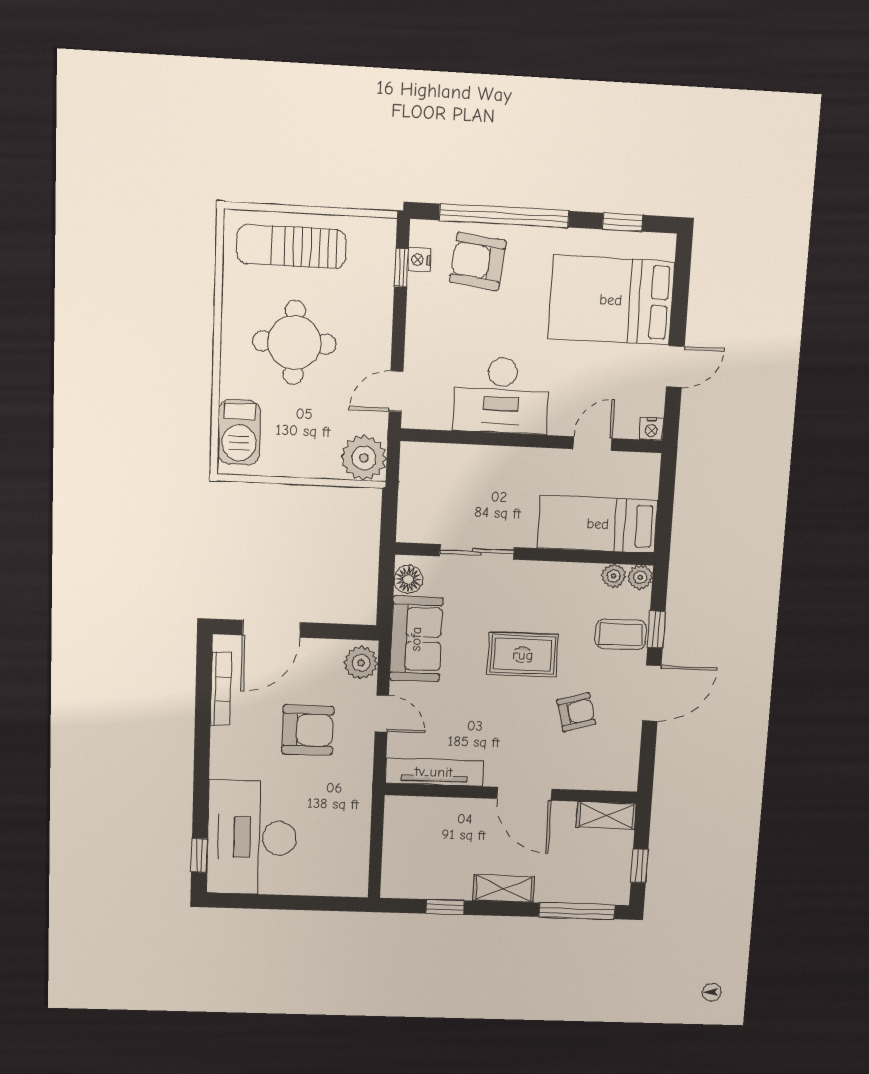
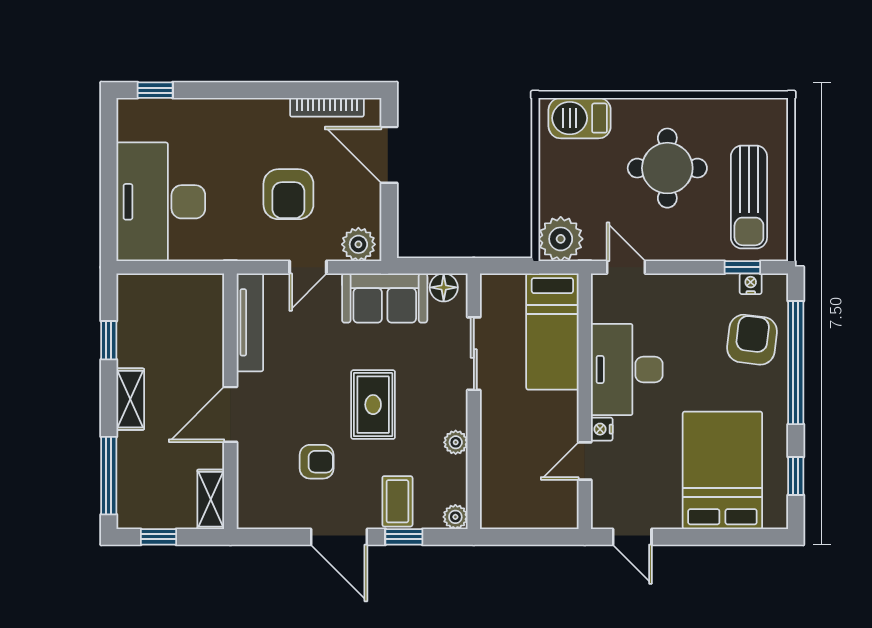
sun lounger: (291, 247) -> (749, 197), moved, turned 180
door: (675, 367) -> (632, 537), moved
nightstand: (651, 429) -> (602, 429), moved
door: (593, 444) -> (585, 461), swing flipped
bed: (598, 524) -> (552, 332), moved, turned 180
plant: (614, 576) -> (456, 442), moved
armchair: (576, 712) -> (317, 462), turned -75
desk: (252, 837) -> (161, 202), moved, turned -90

